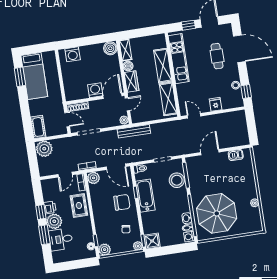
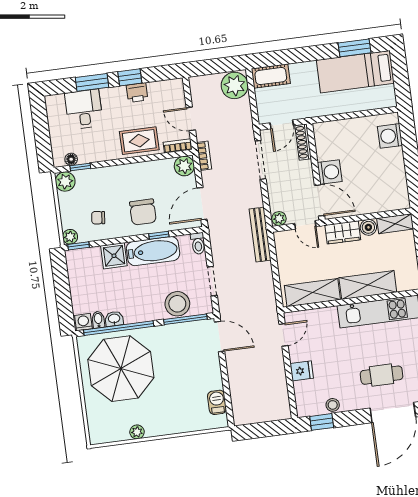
boiler: (110, 48) -> (398, 199), removed
door: (210, 152) -> (219, 337), moved
plant: (54, 221) -> (114, 99), removed
shower: (152, 241) -> (114, 256), moved

